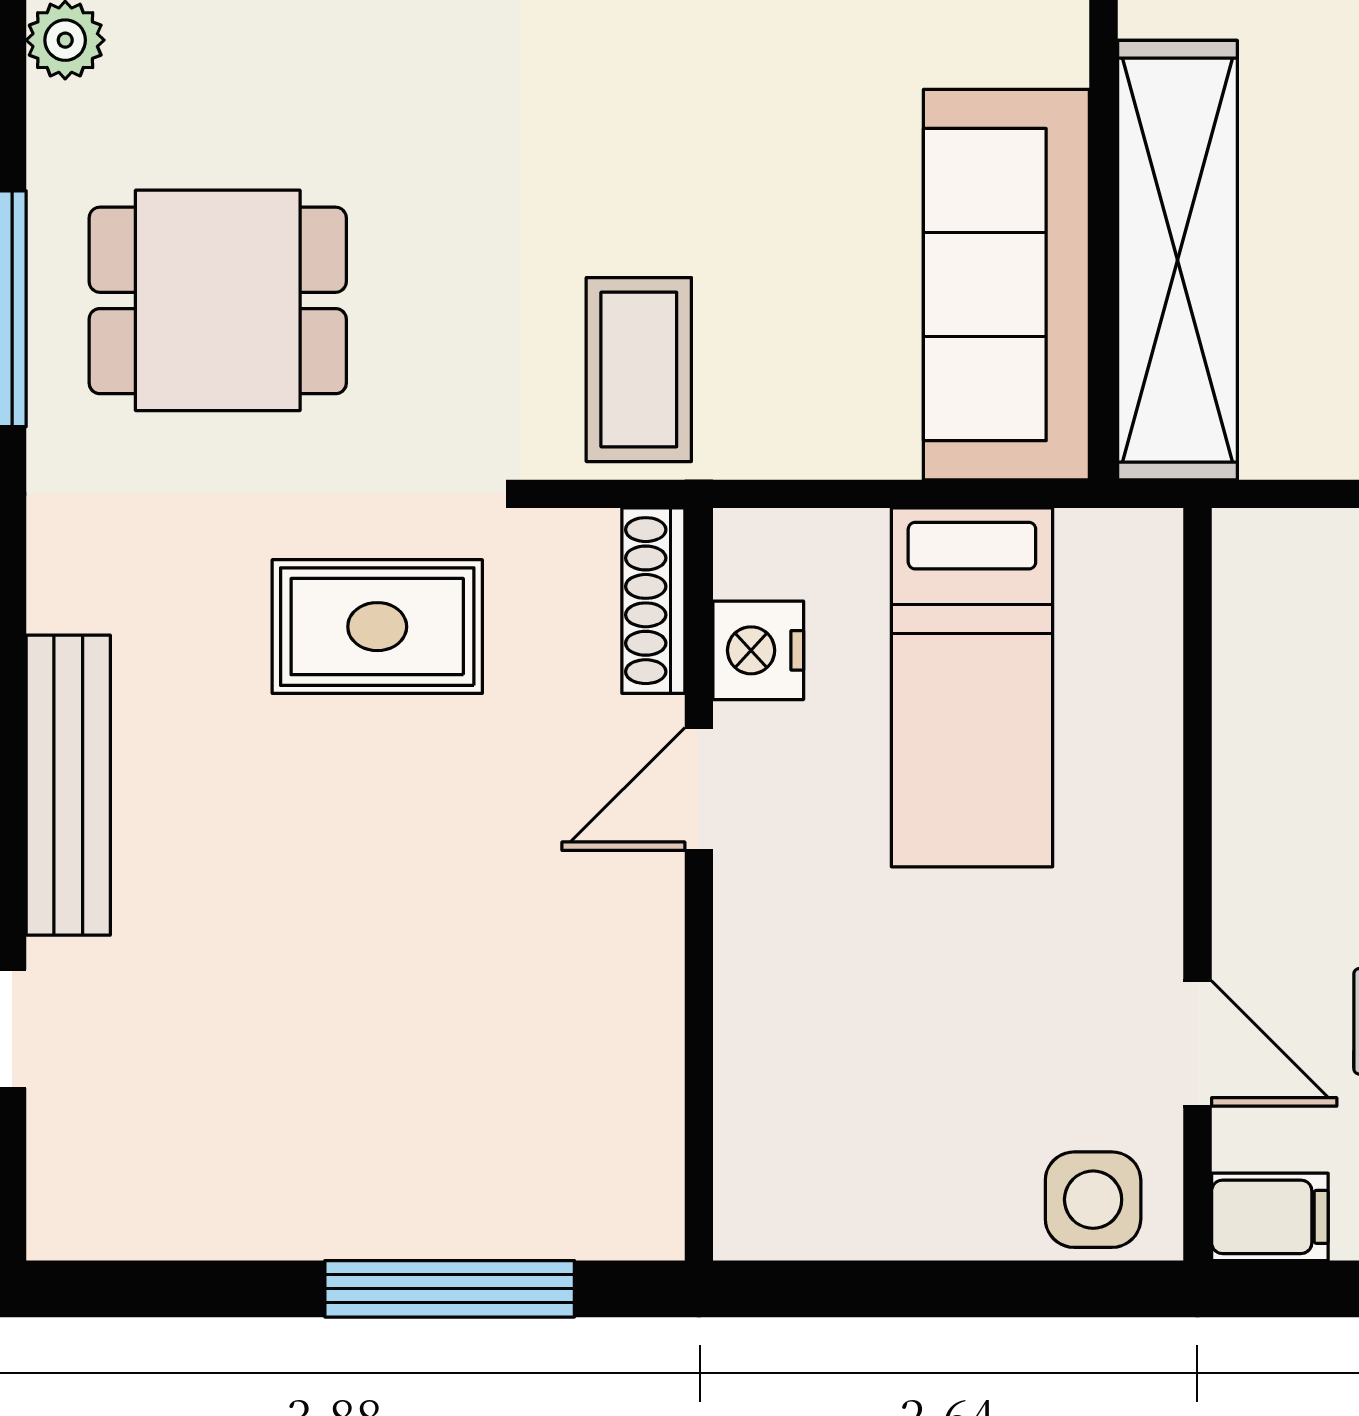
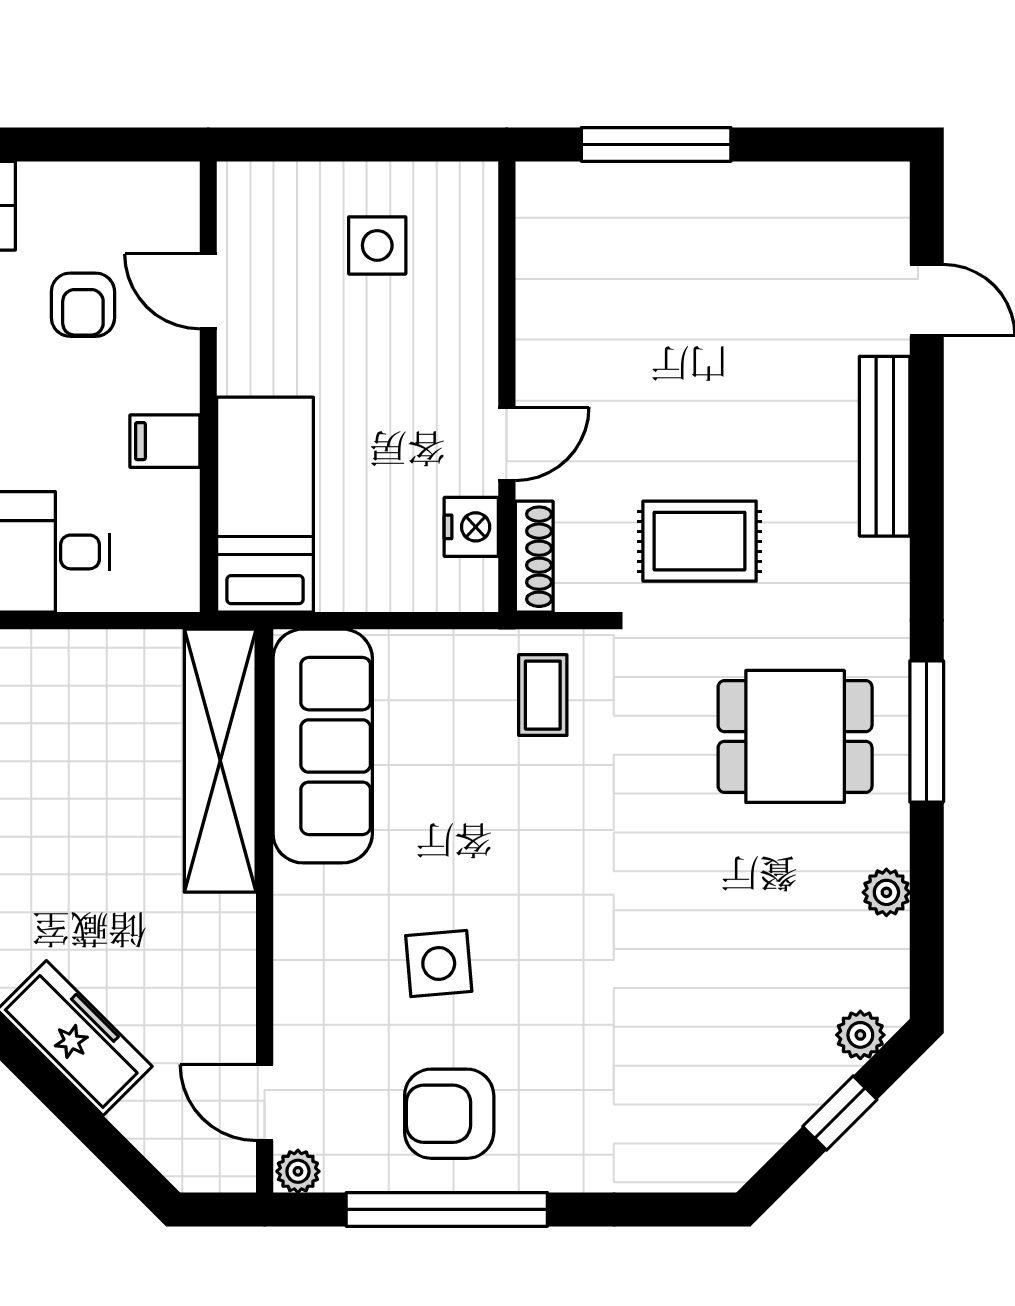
coffee table: (639, 370) -> (543, 695), width x0.73, depth x0.77
bed: (972, 687) -> (265, 505), moved
side table: (1093, 1200) -> (377, 245), moved
filing cabinet: (1270, 1217) -> (165, 441), moved

